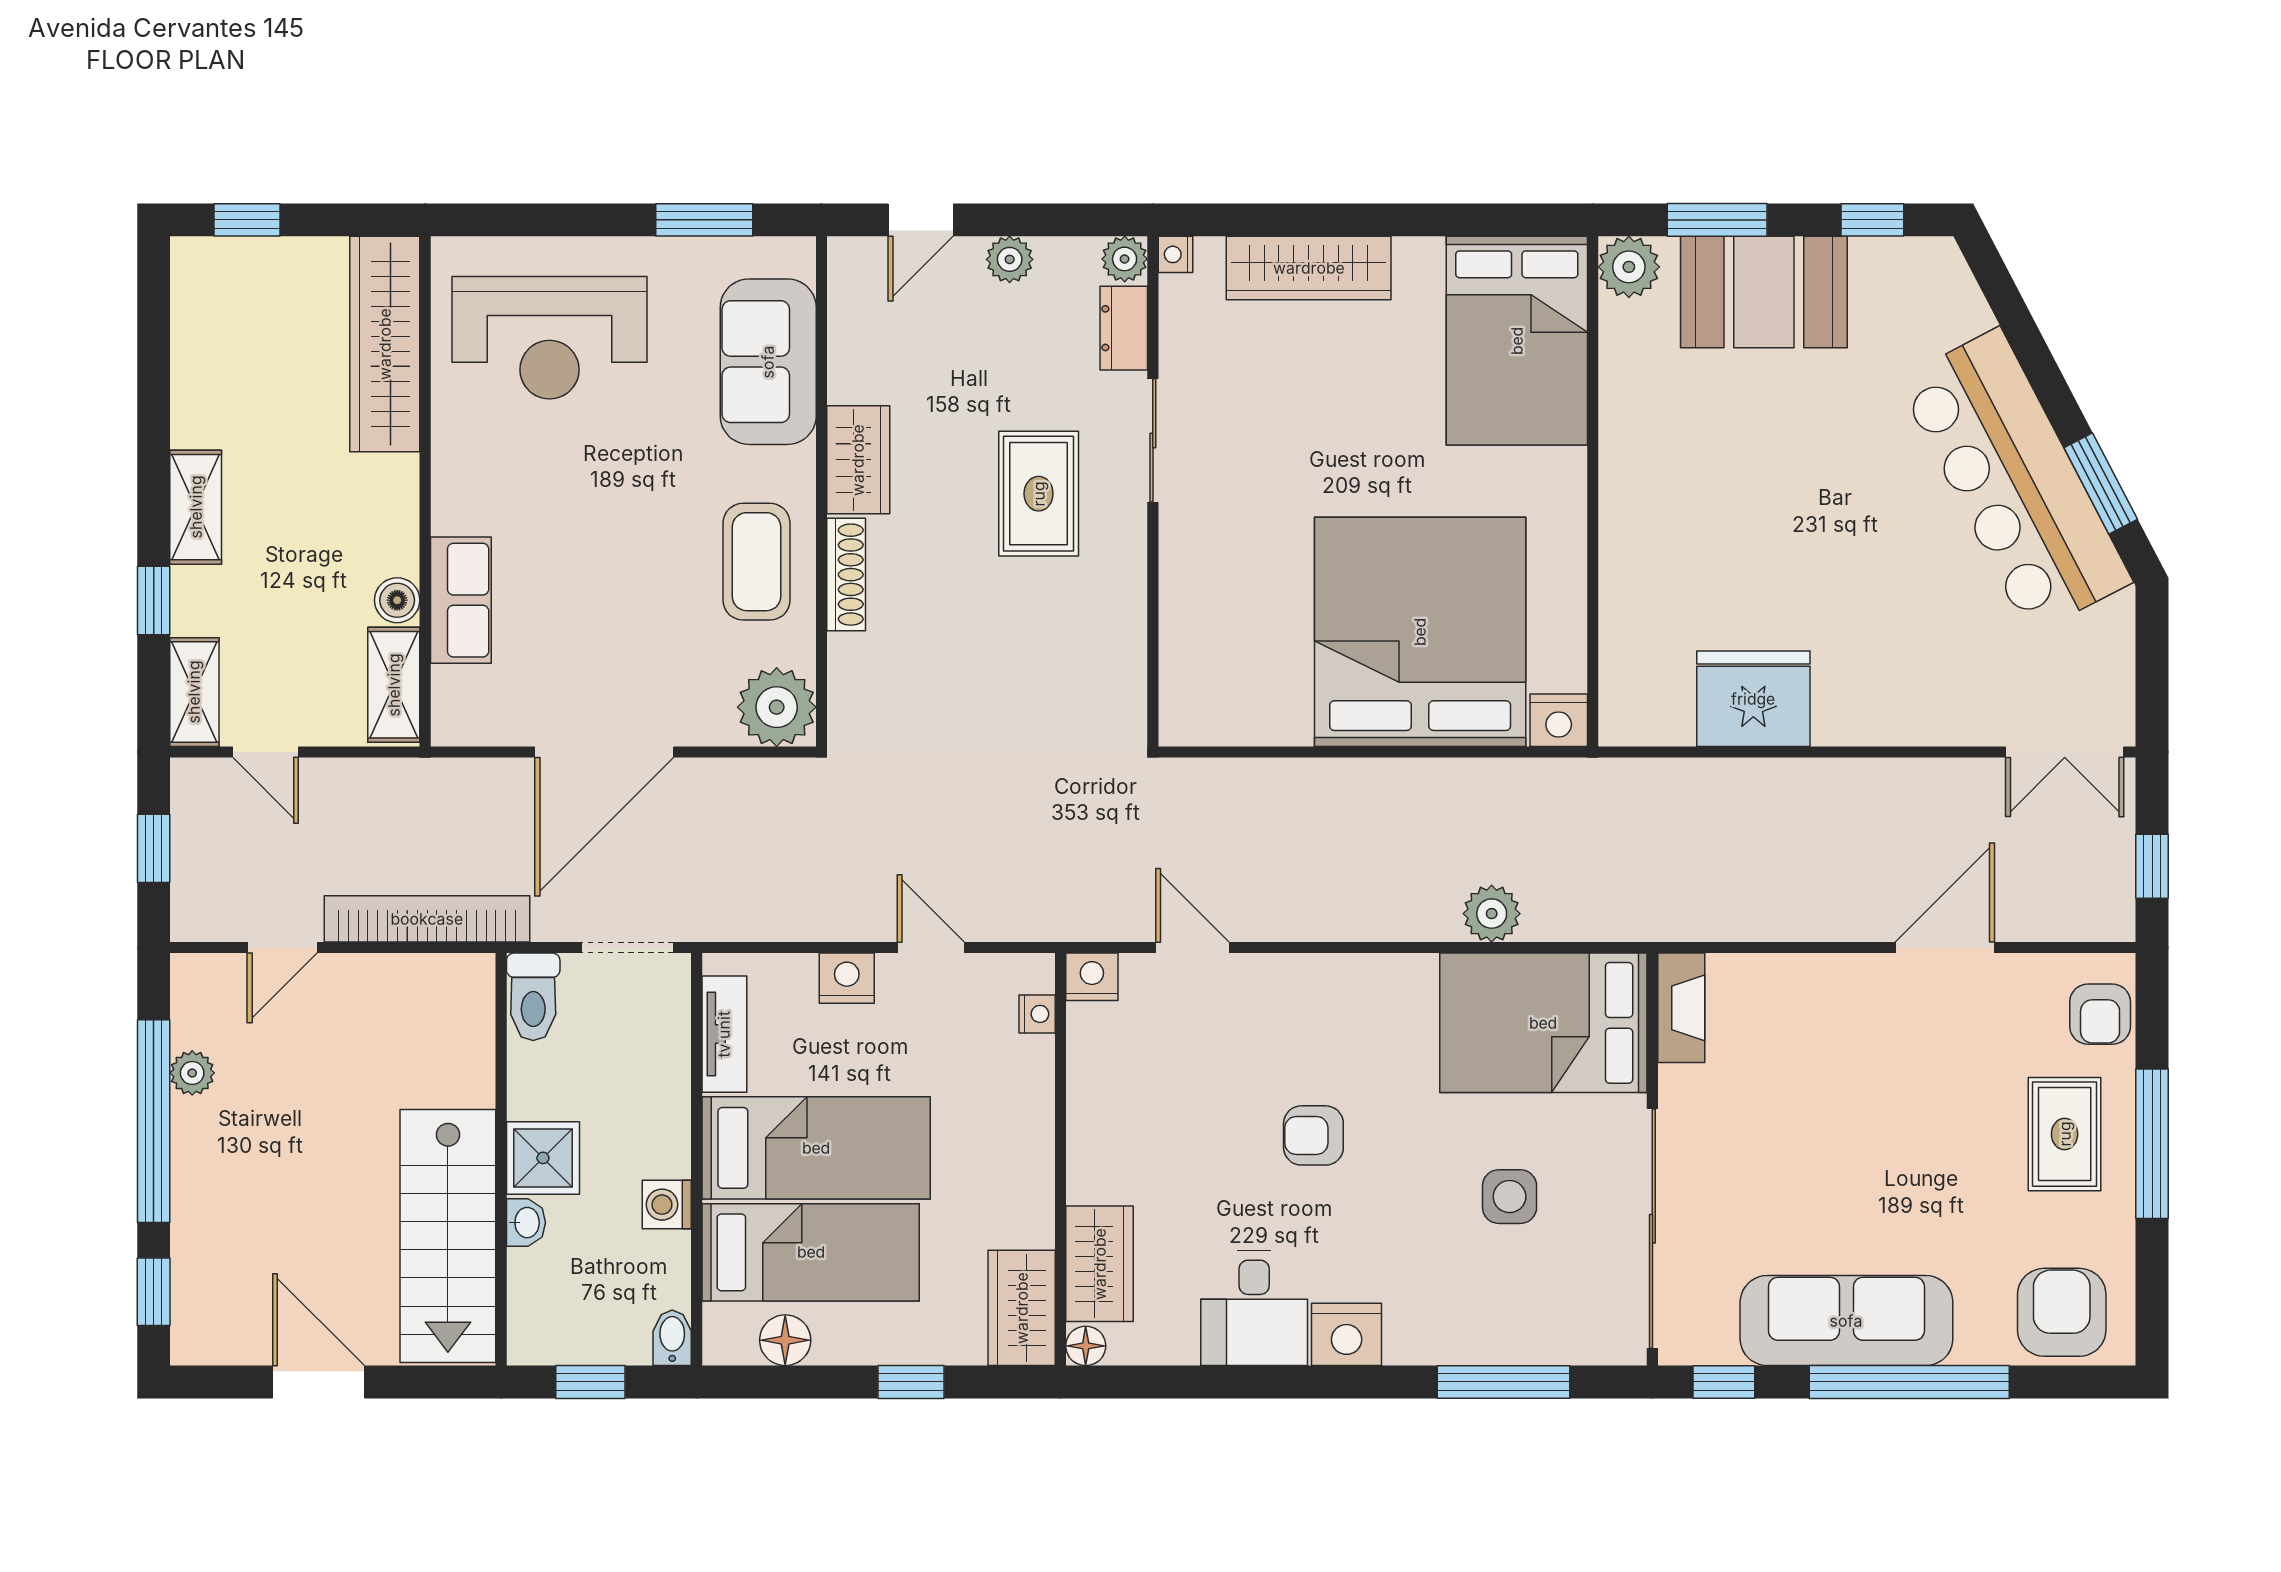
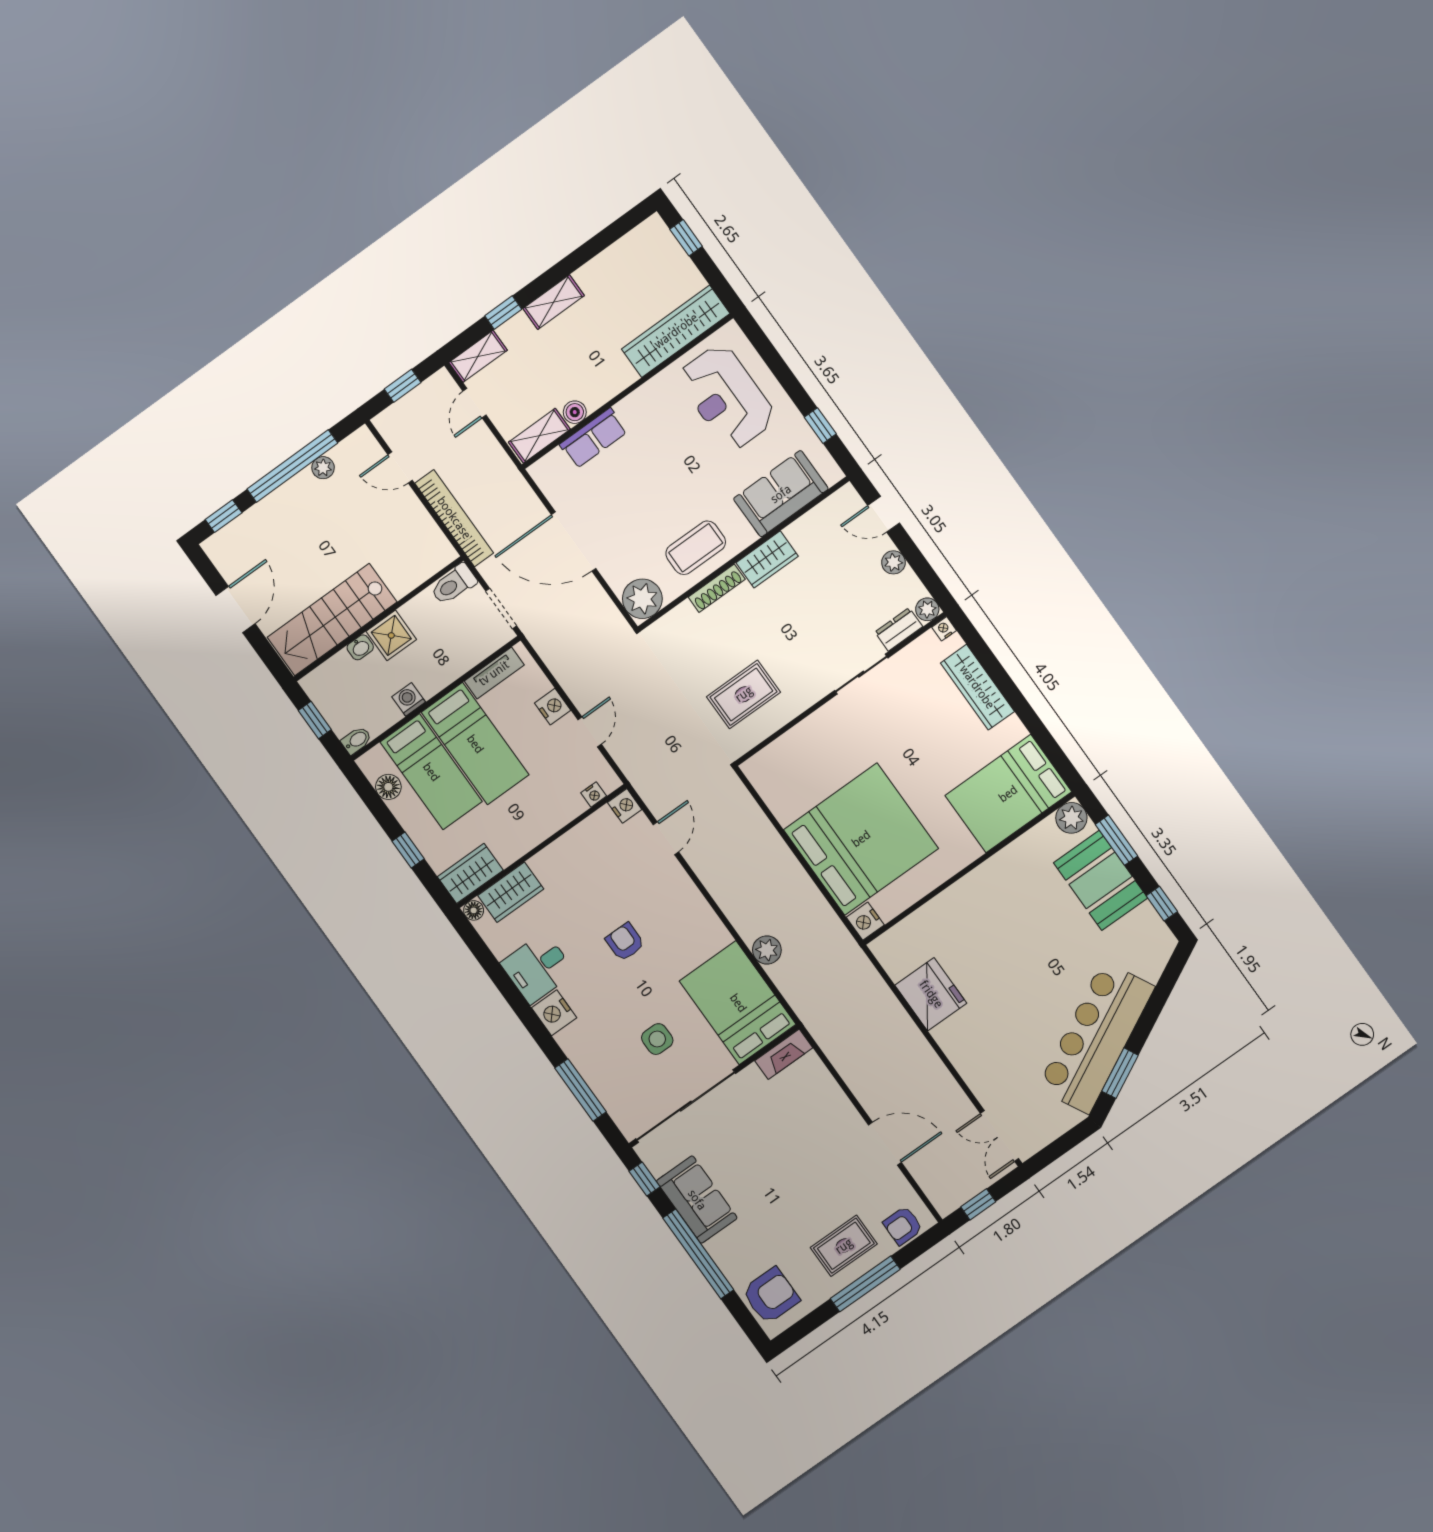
window: (704, 220) -> (820, 426), width x0.67
rug: (1039, 494) -> (744, 694), moved
sofa: (1846, 1321) -> (697, 1200), width x0.73

